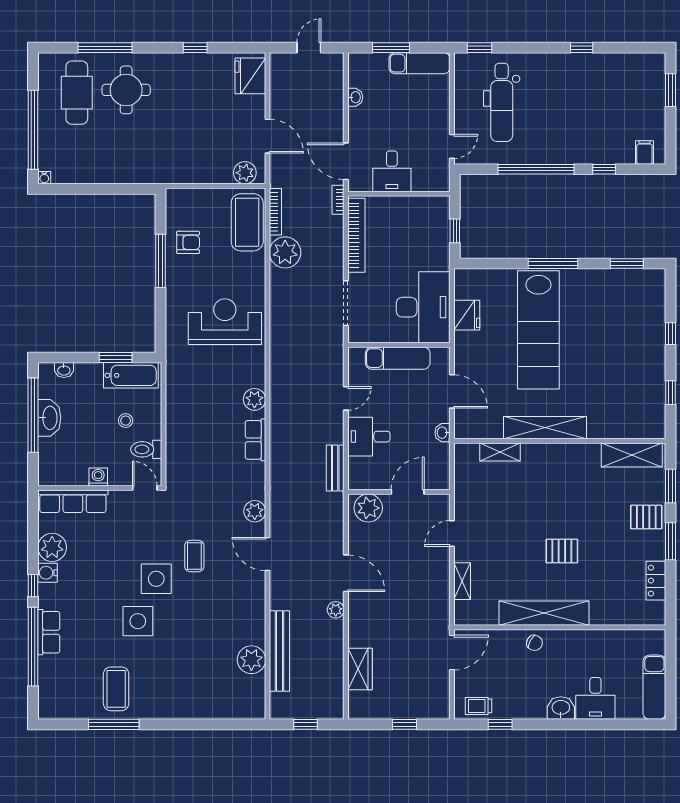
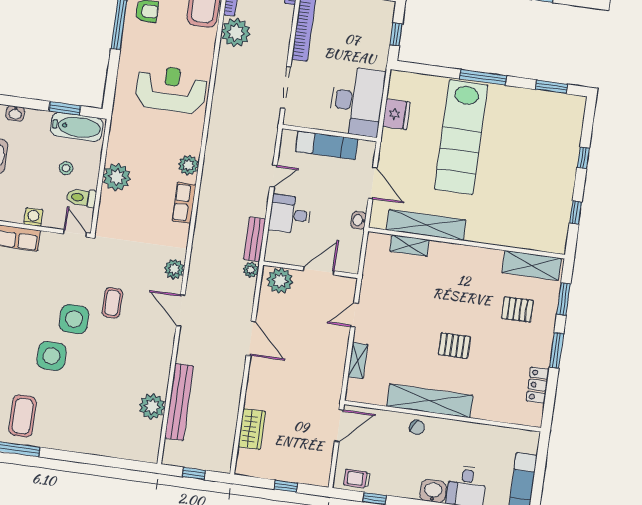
plant: (181, 423) -> (117, 177), added
shelving: (545, 428) -> (426, 225), moved
pallet: (646, 517) -> (517, 309), moved
plant: (336, 610) -> (251, 270), moved

